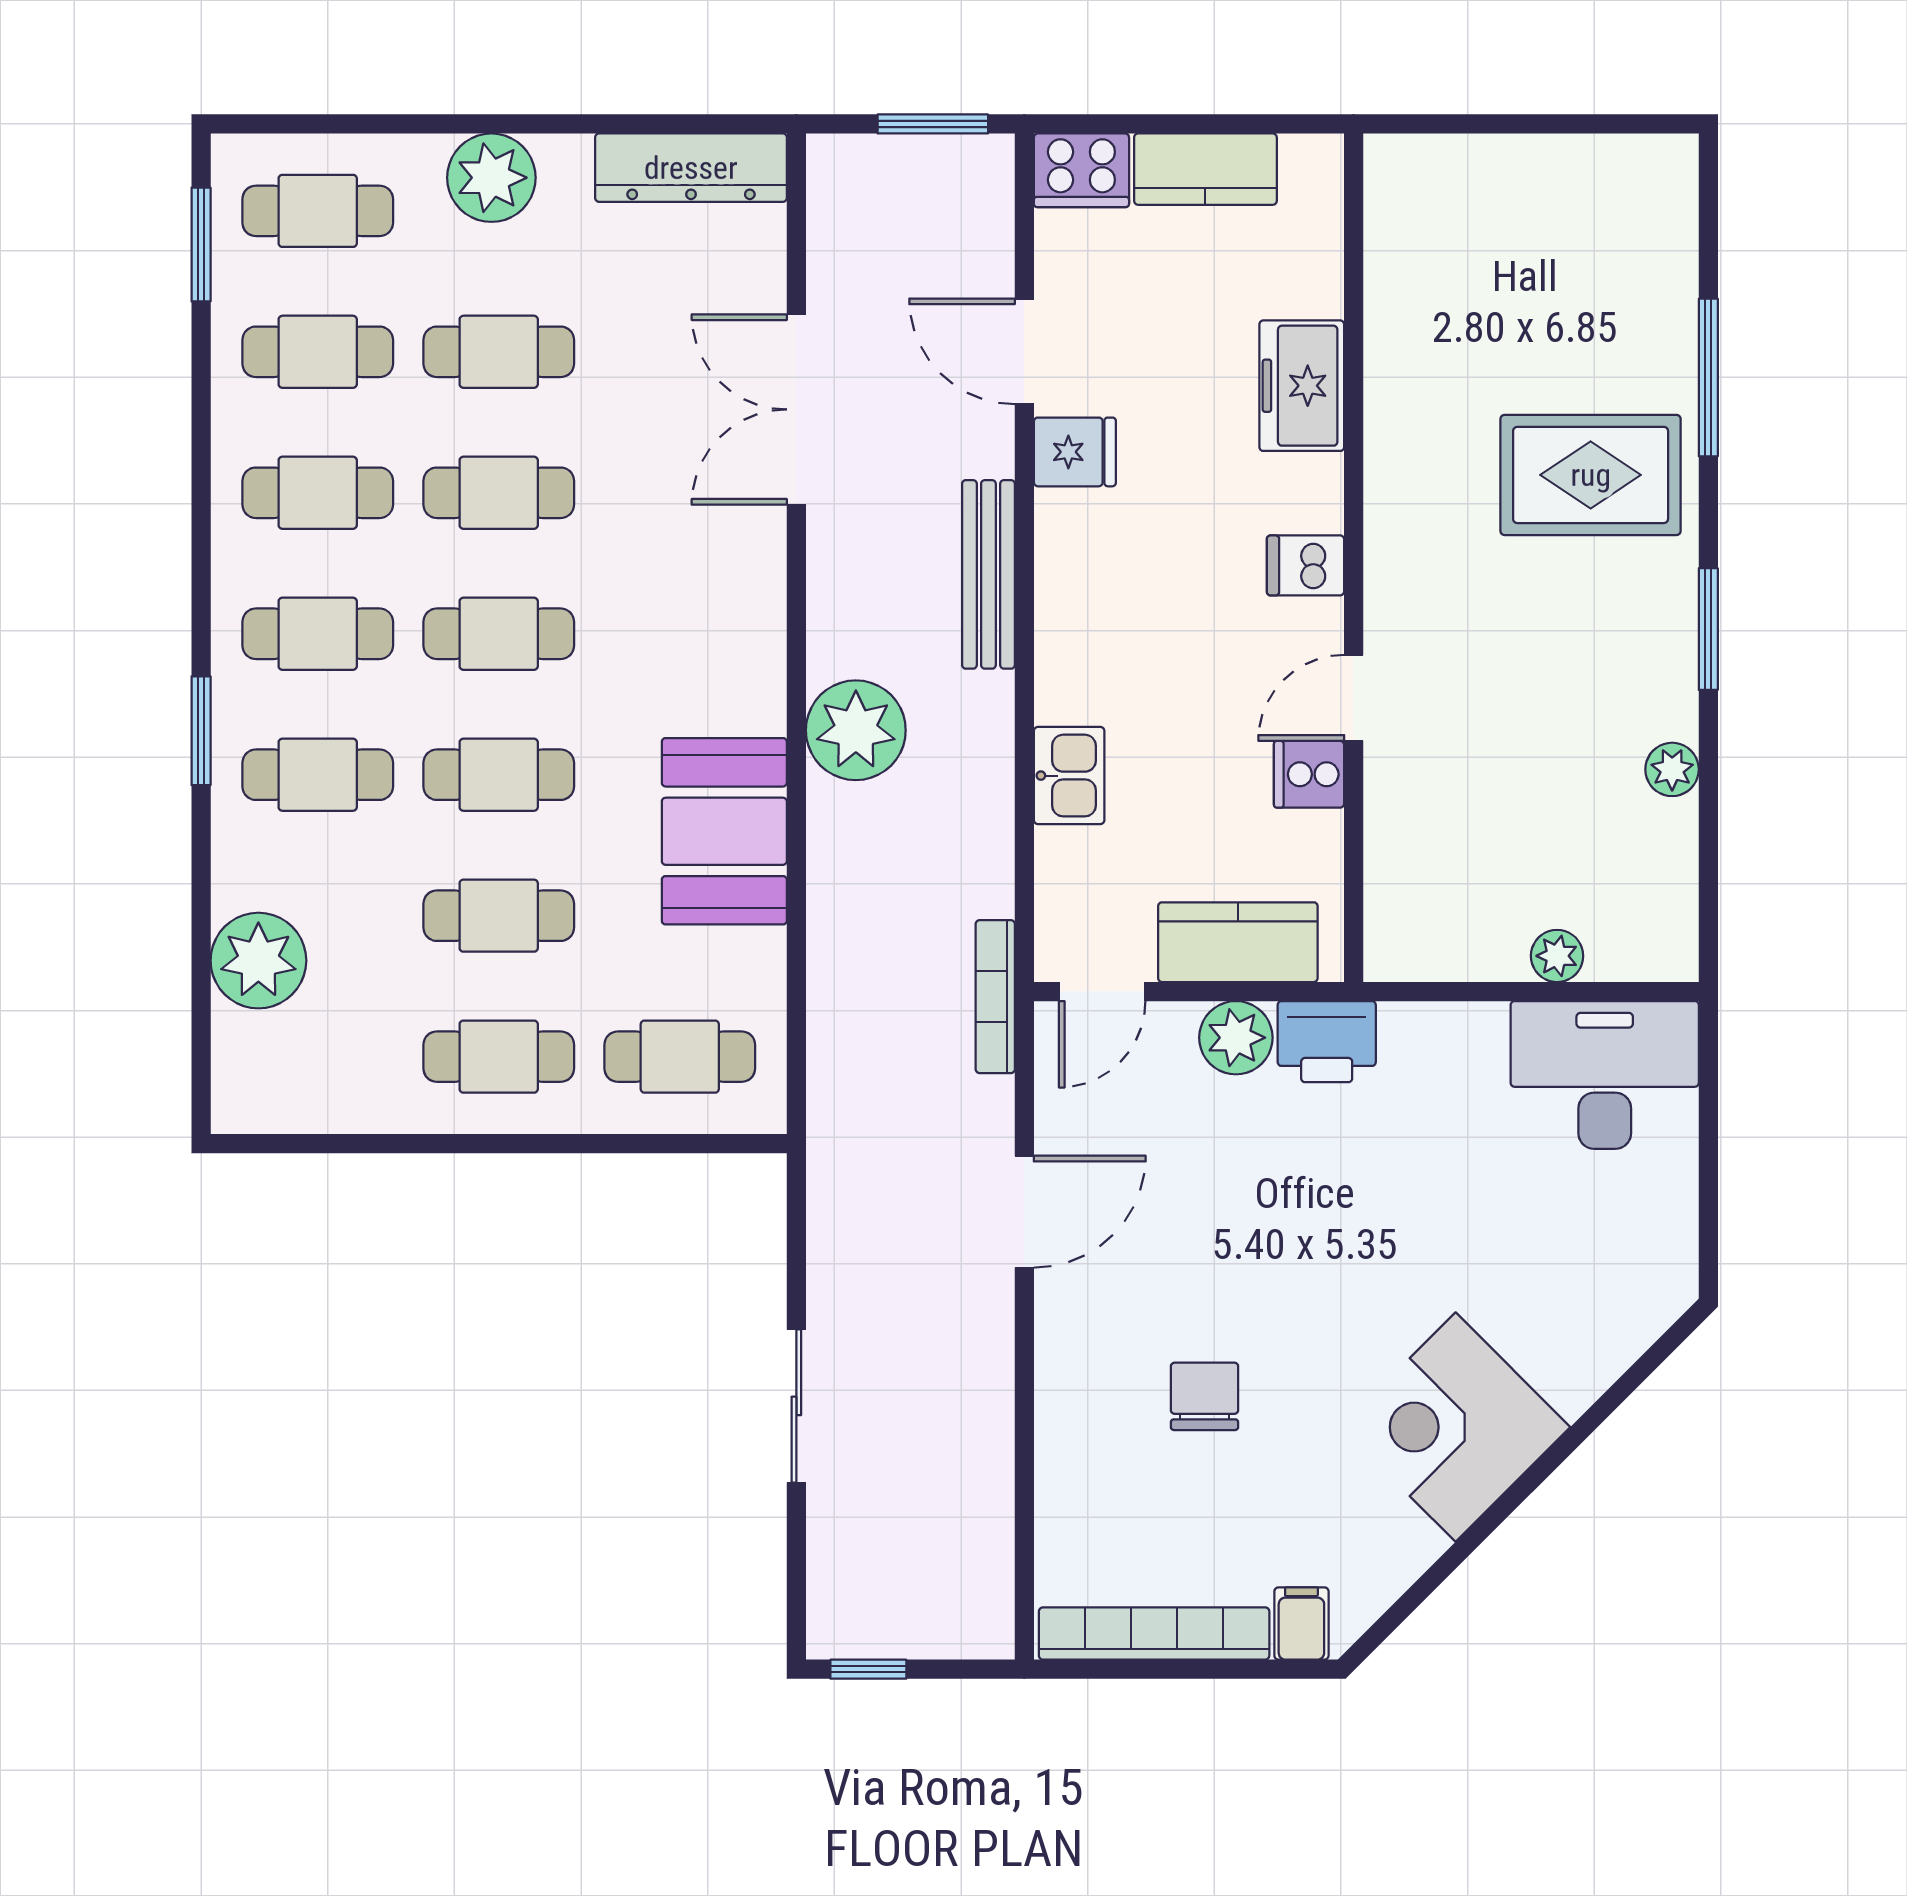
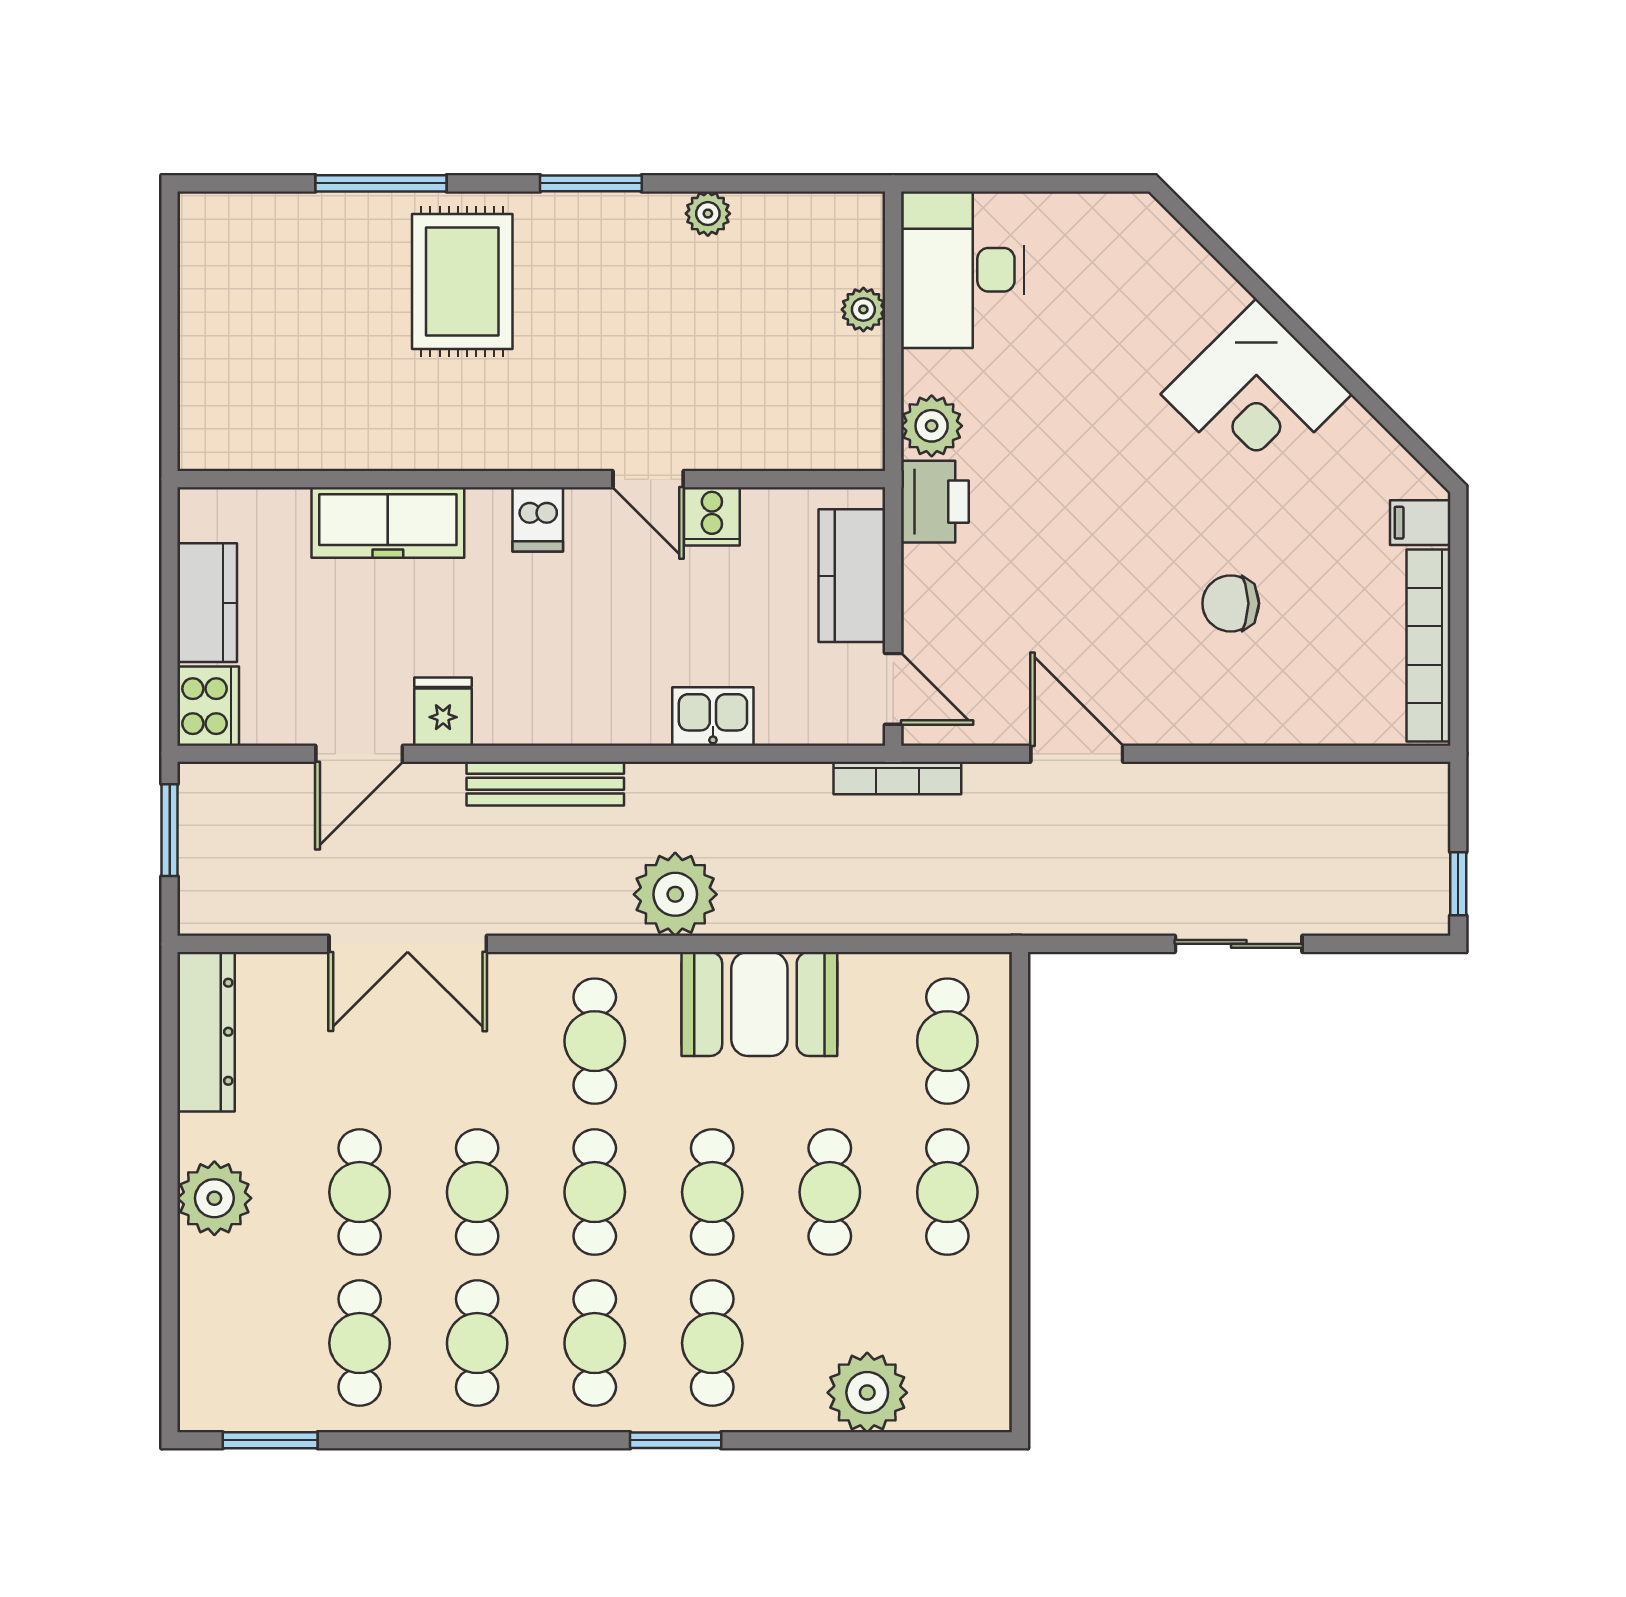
cafe table: (318, 211) -> (595, 1041), moved
freezer: (1302, 386) -> (388, 522), width x1.40
plant: (1236, 1038) -> (932, 426), moved

